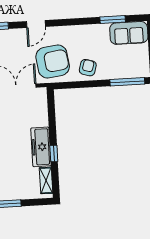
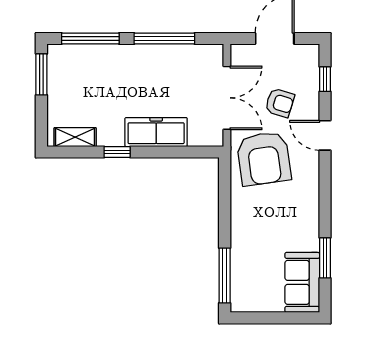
armchair: (88, 68) -> (280, 103), moved
freezer: (41, 147) -> (156, 132), moved

